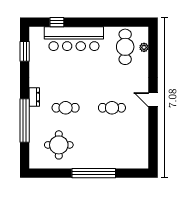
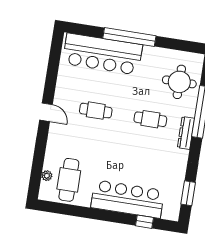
dresser: (34, 97) -> (186, 133), width x1.44
round table: (59, 145) -> (179, 82), moved
bar counter: (114, 156) -> (103, 54), added

